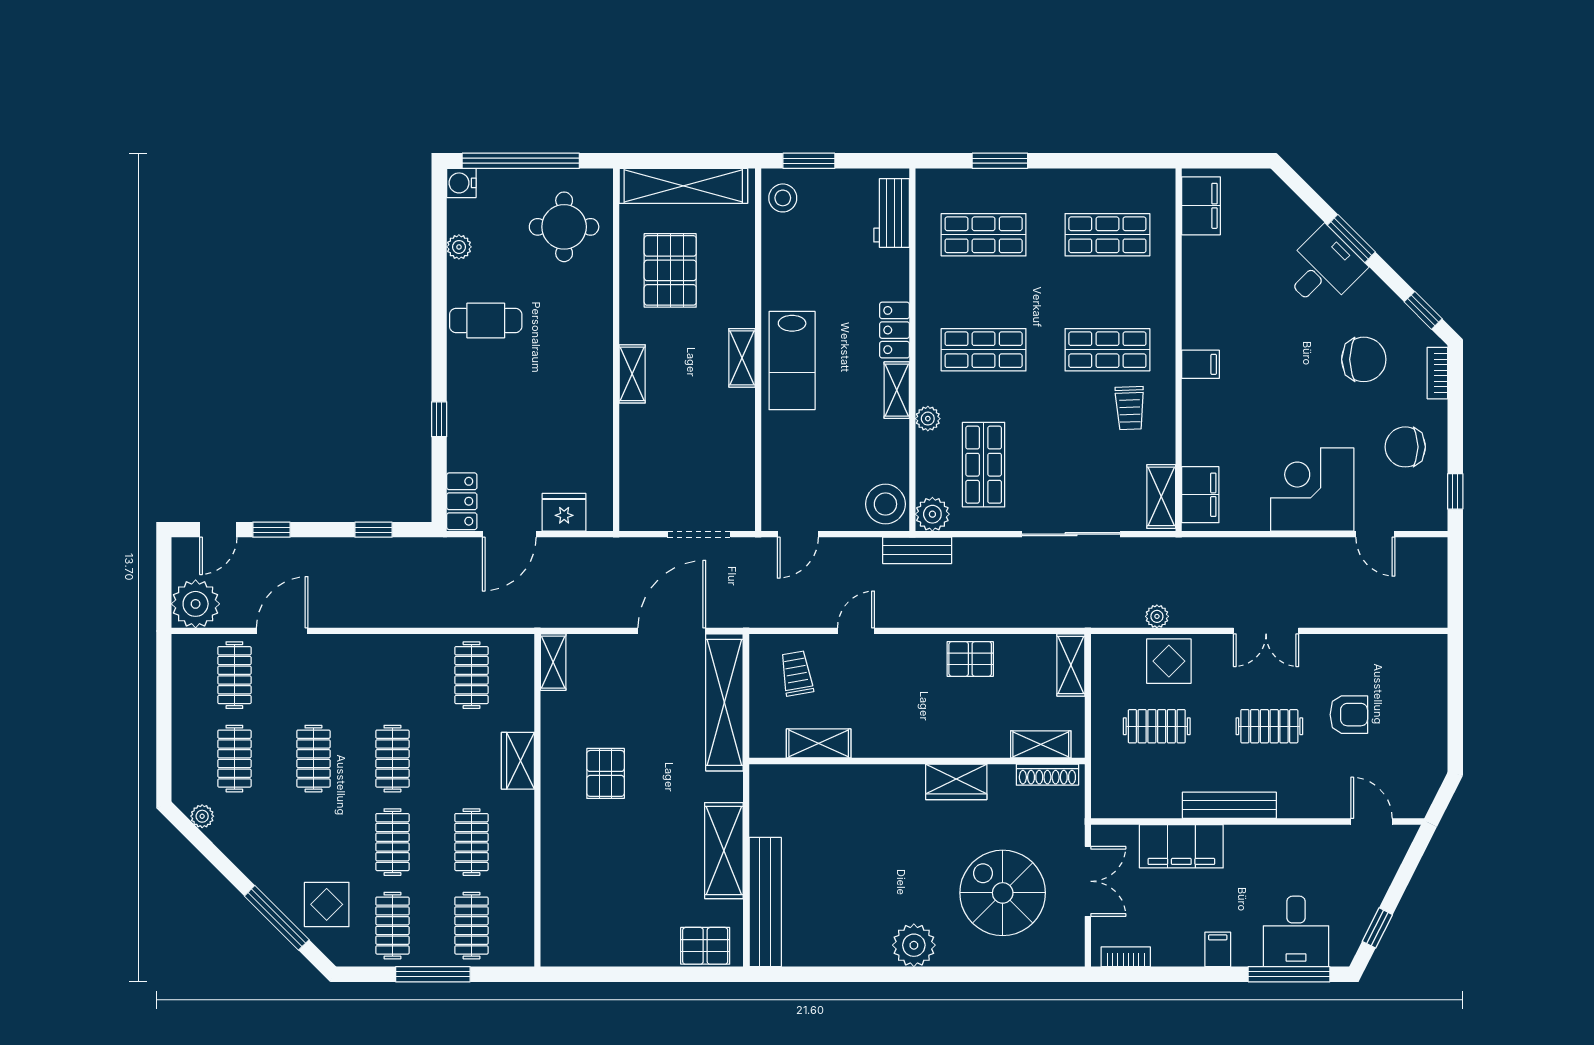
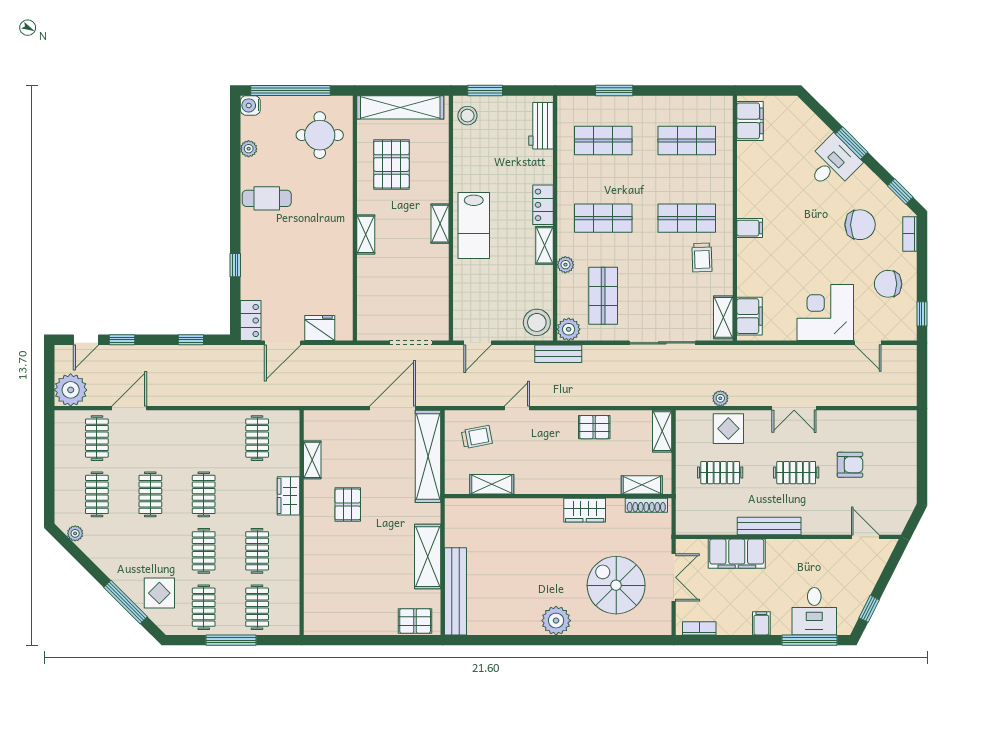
shelving: (553, 662) -> (312, 460), moved
trolley: (797, 673) -> (477, 437), turned 89

